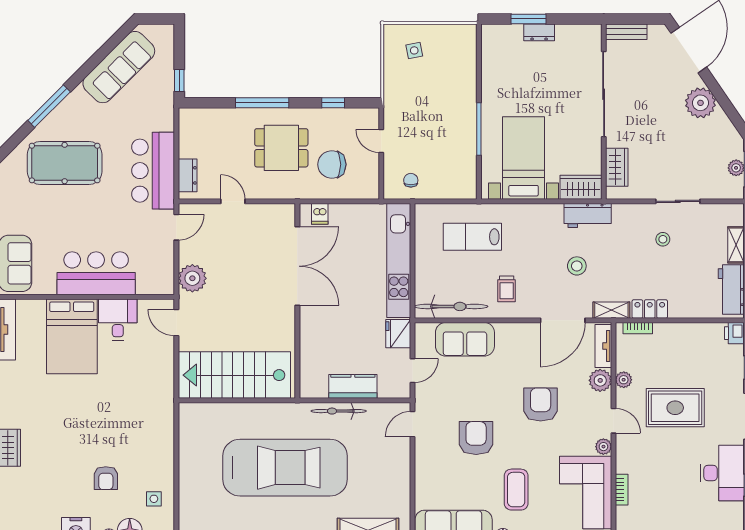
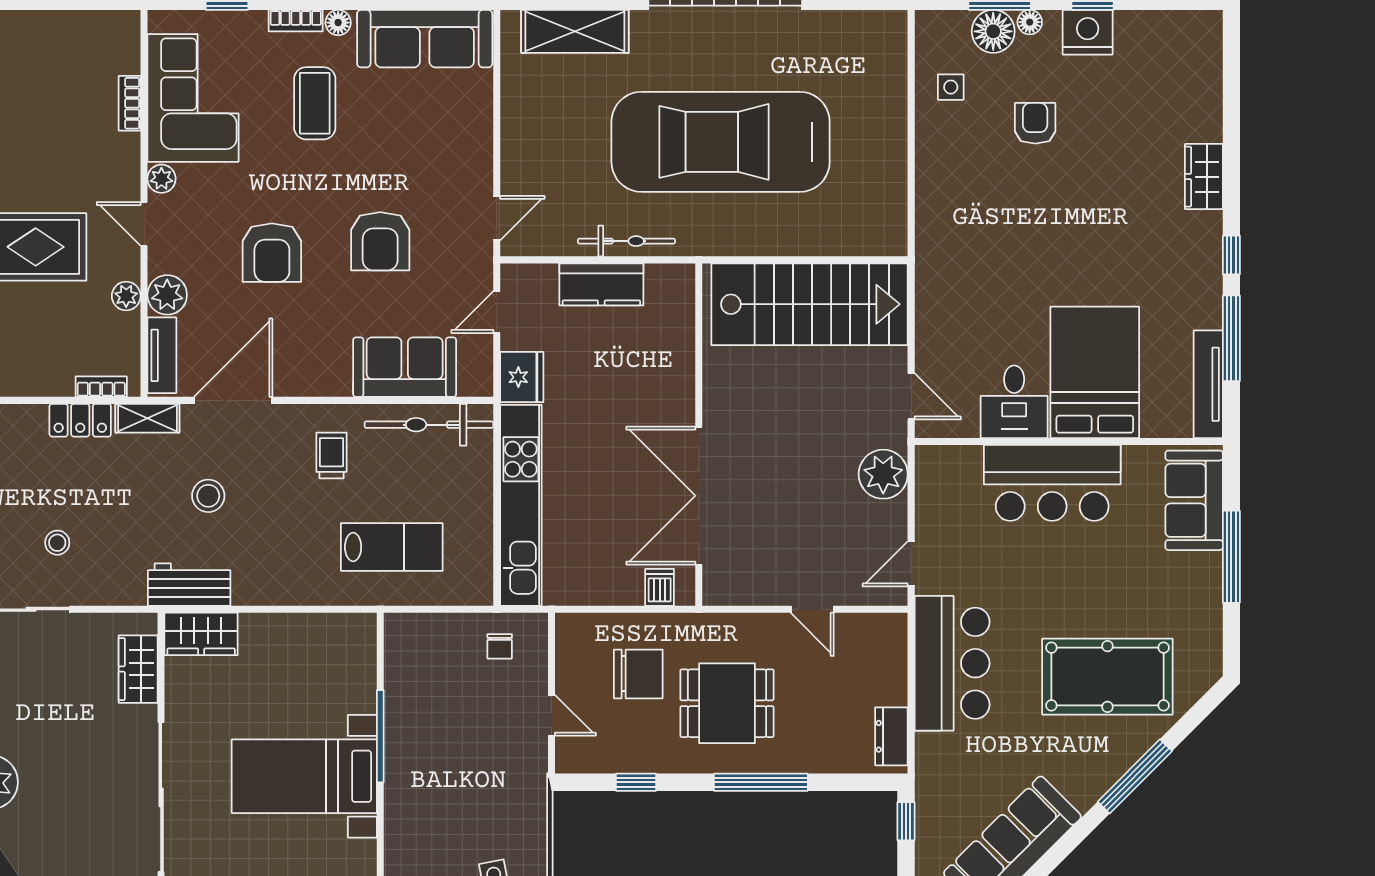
bed with nightstands: (524, 158) -> (304, 776), moved, turned 90
dresser: (188, 175) -> (891, 736), moved
armchair: (476, 438) -> (380, 241), moved

